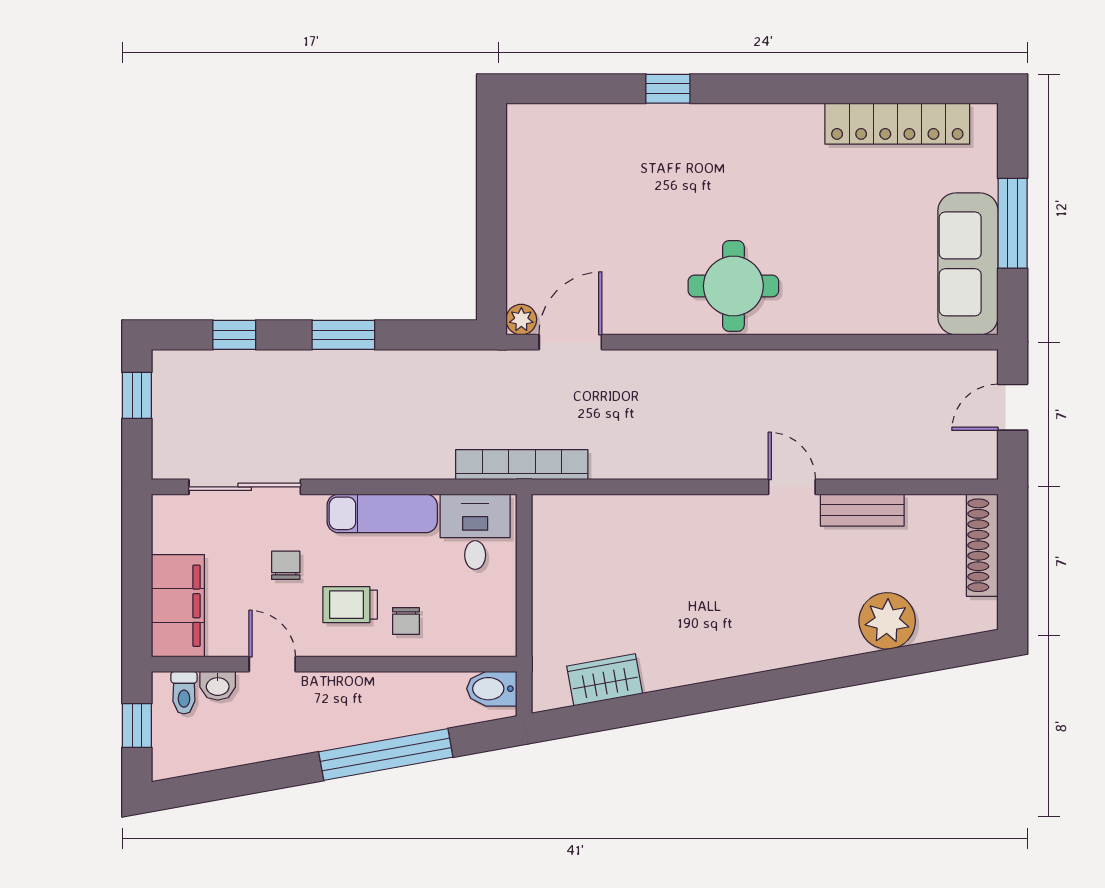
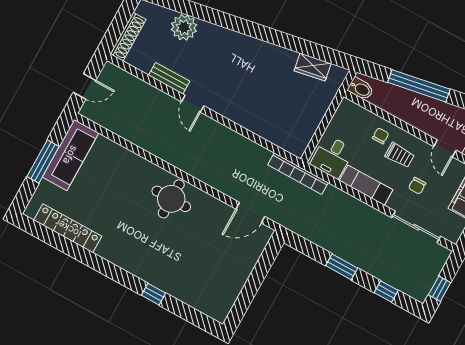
plant: (521, 320) -> (265, 233), removed

